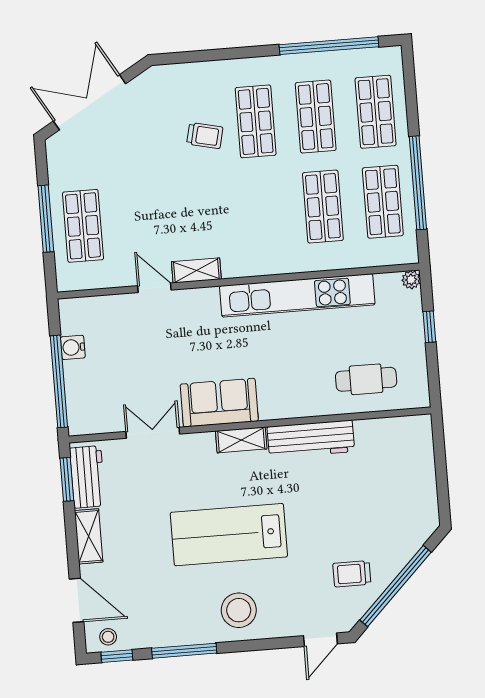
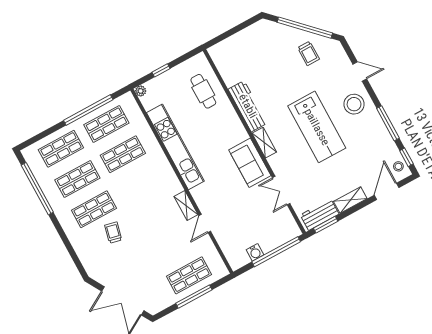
door: (320, 640) -> (360, 71), moved

